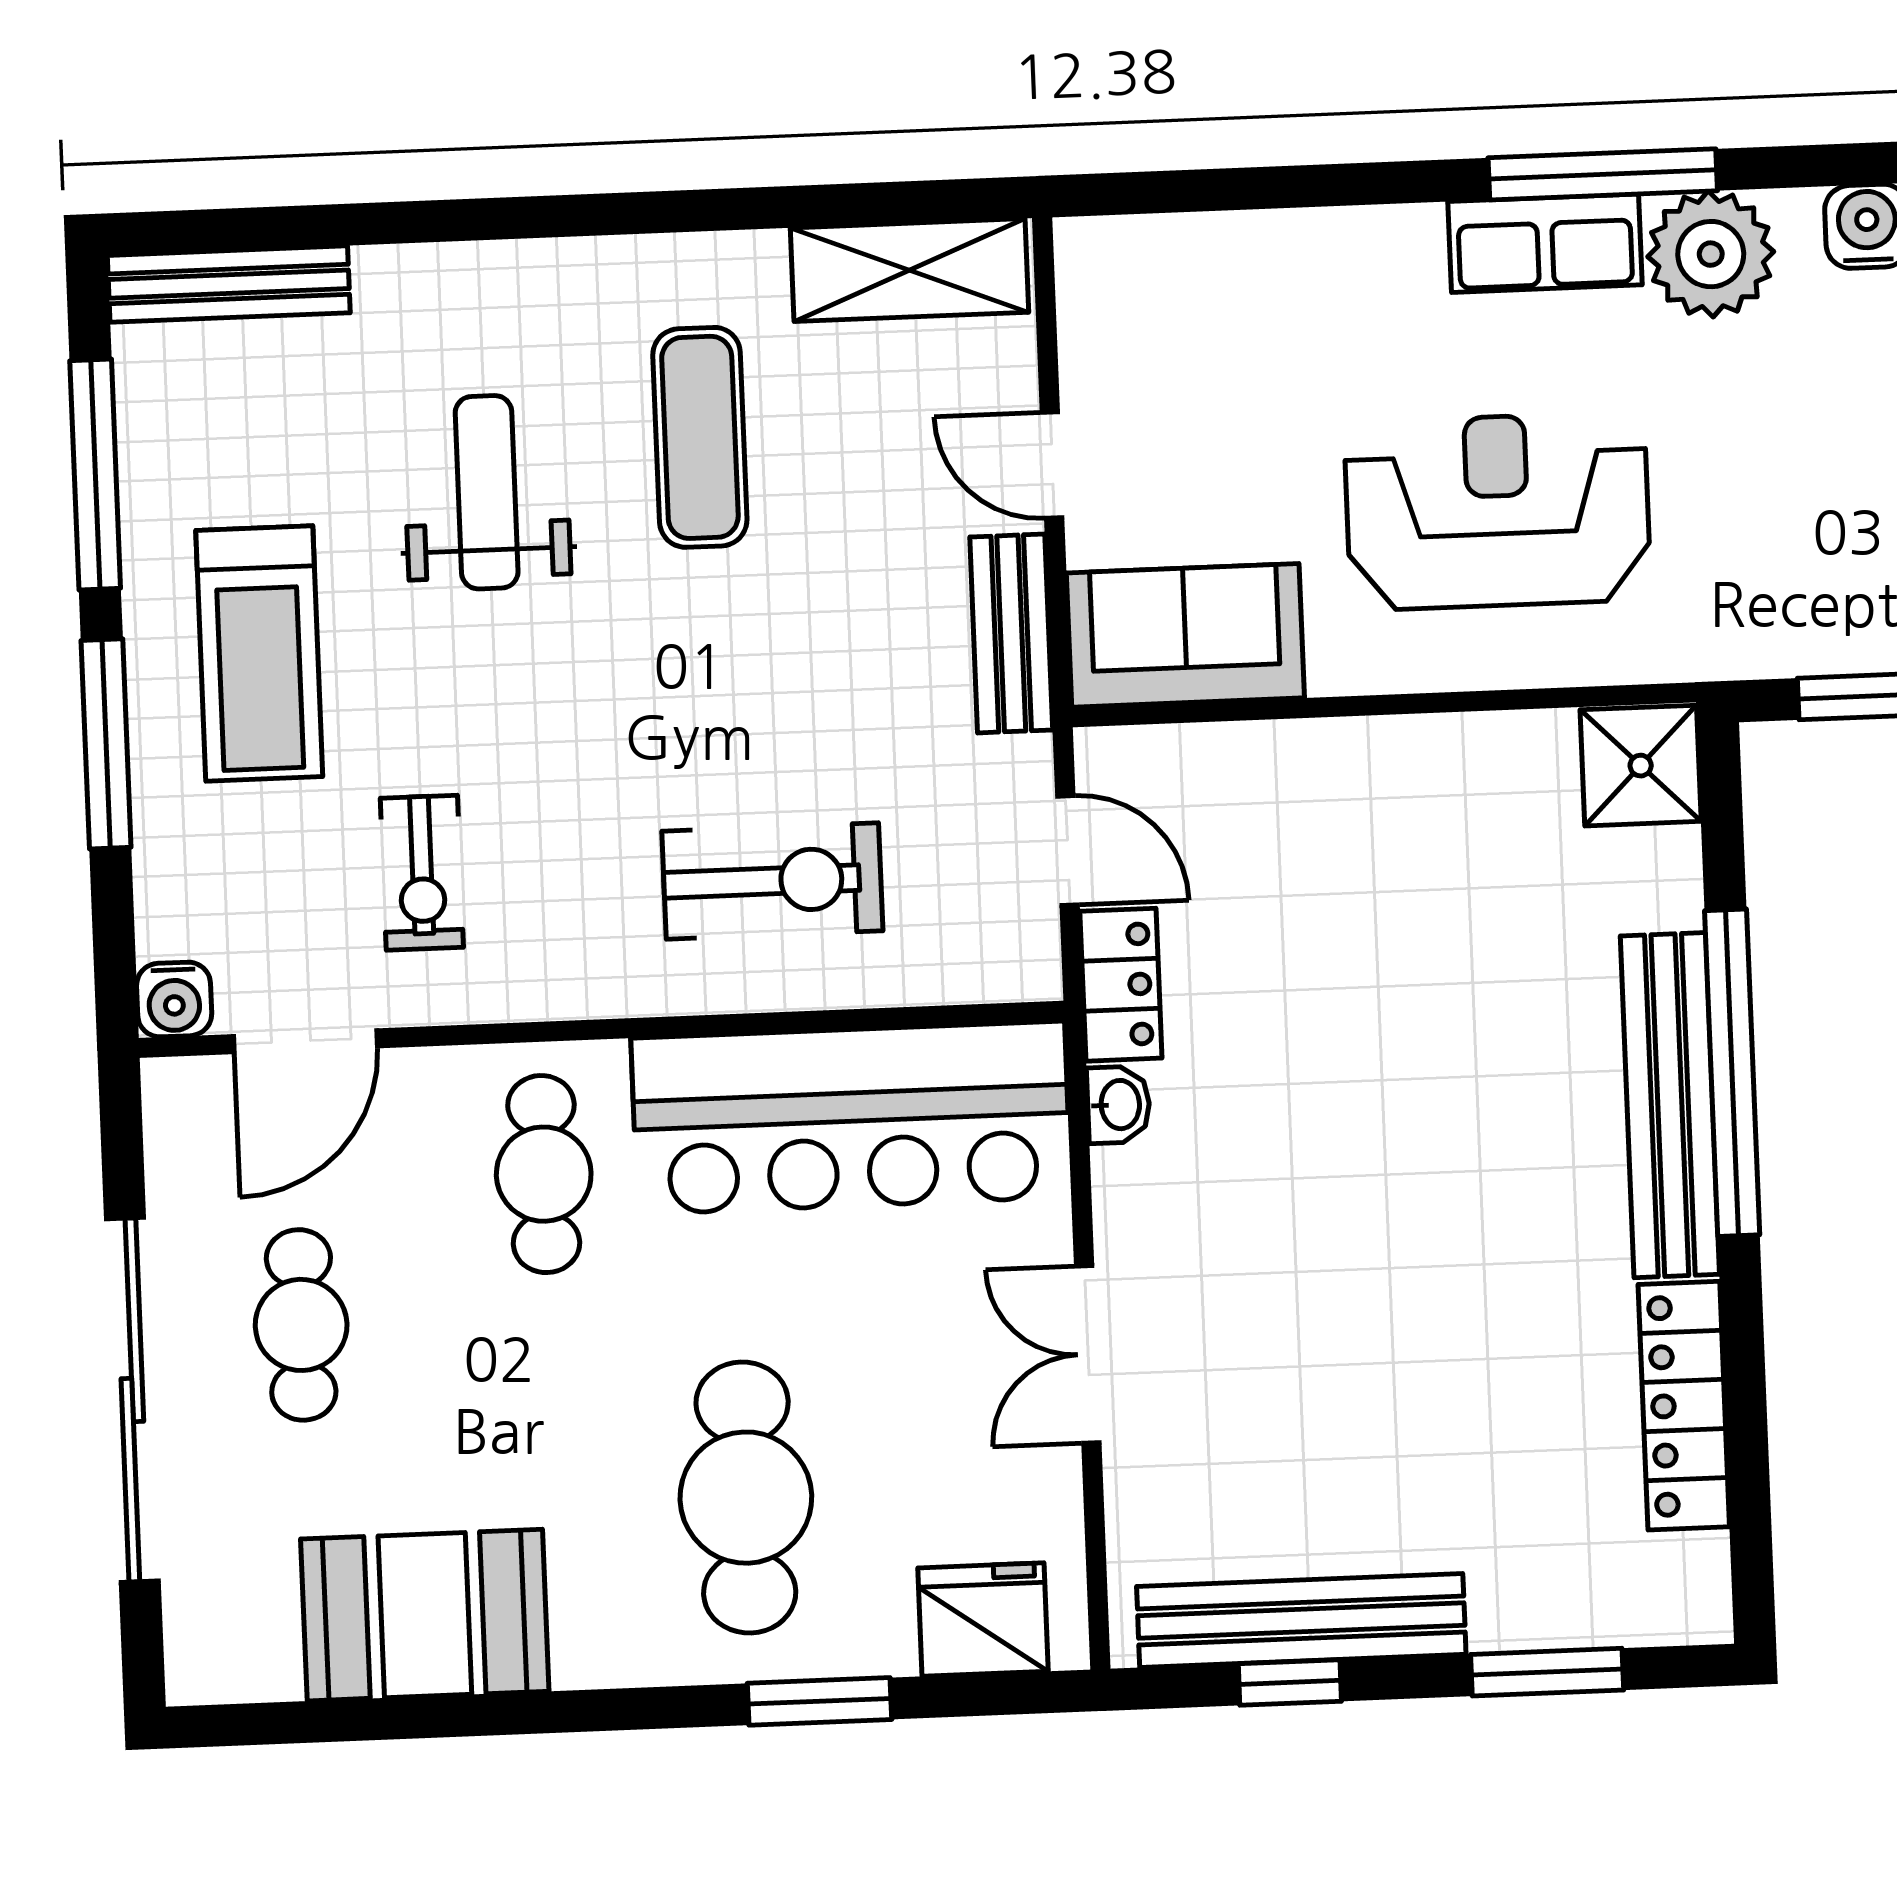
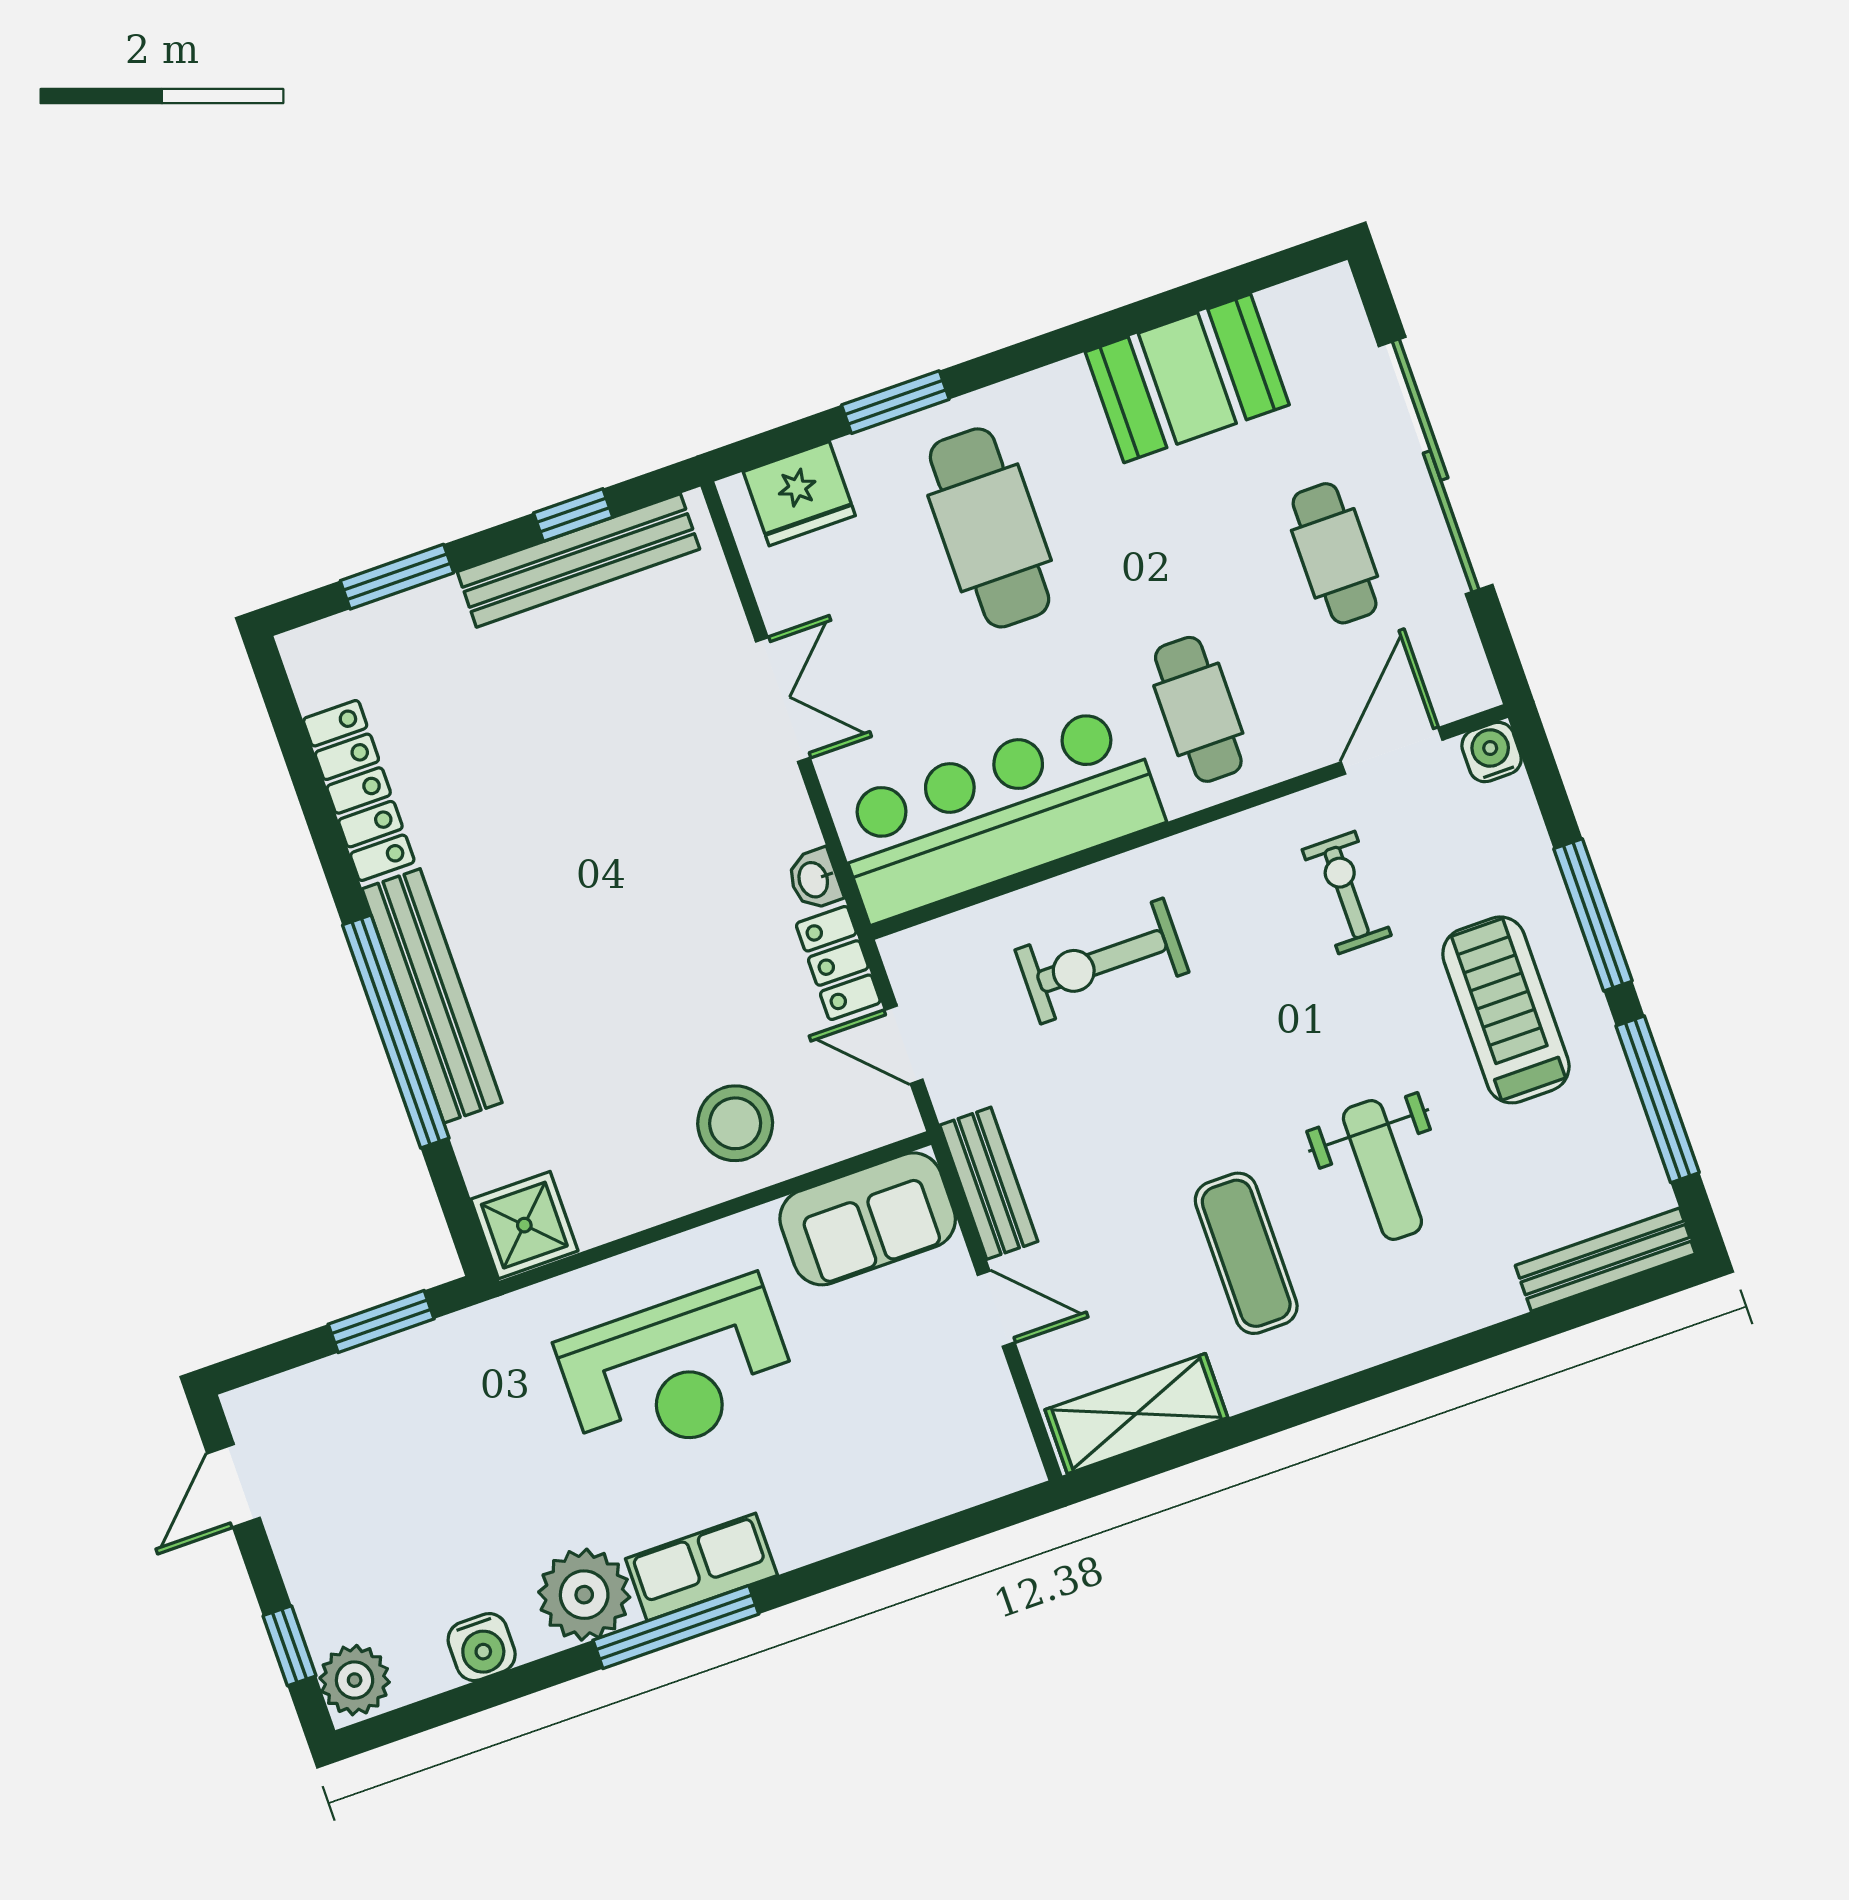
stool: (1322, 815) -> (735, 1123), added

